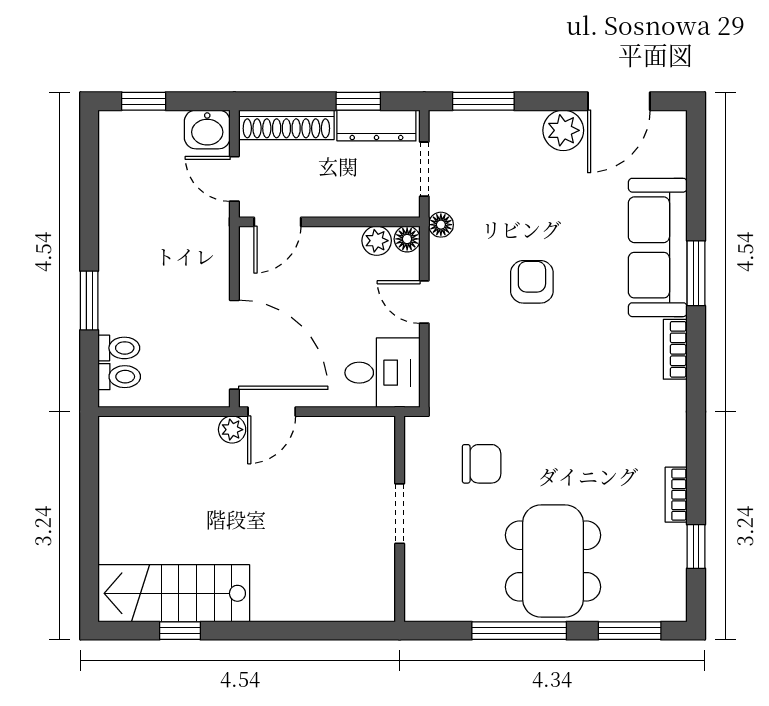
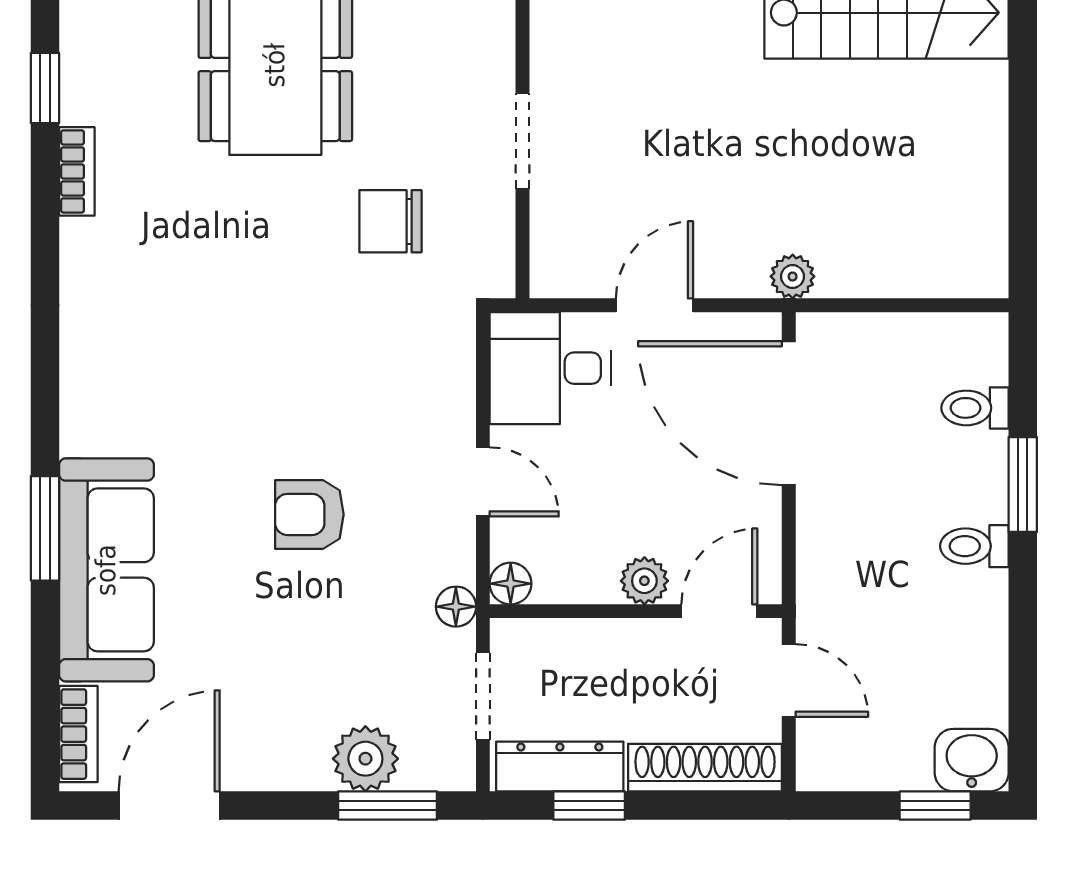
washbasin: (207, 129) -> (972, 760), moved
plant: (563, 130) -> (365, 759), moved
plant: (377, 241) -> (644, 581), moved
armchair: (532, 282) -> (309, 514), turned 90
bookcase: (675, 349) -> (78, 734), moved
toilet: (119, 377) -> (974, 546), moved
door: (272, 412) -> (654, 305), moved

